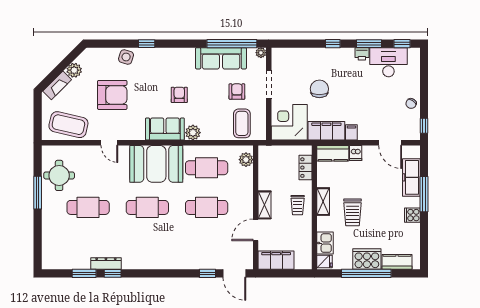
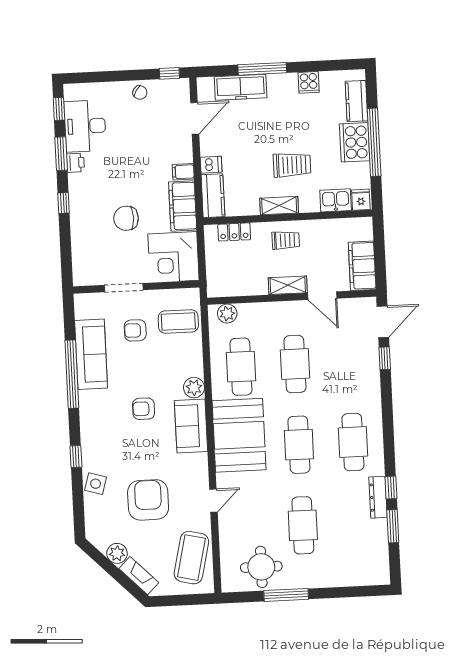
window: (232, 44) -> (72, 374), moved
plant: (261, 53) -> (81, 300), removed
cooker: (412, 215) -> (309, 82), moved
cafe table: (147, 247) -> (353, 442), added

